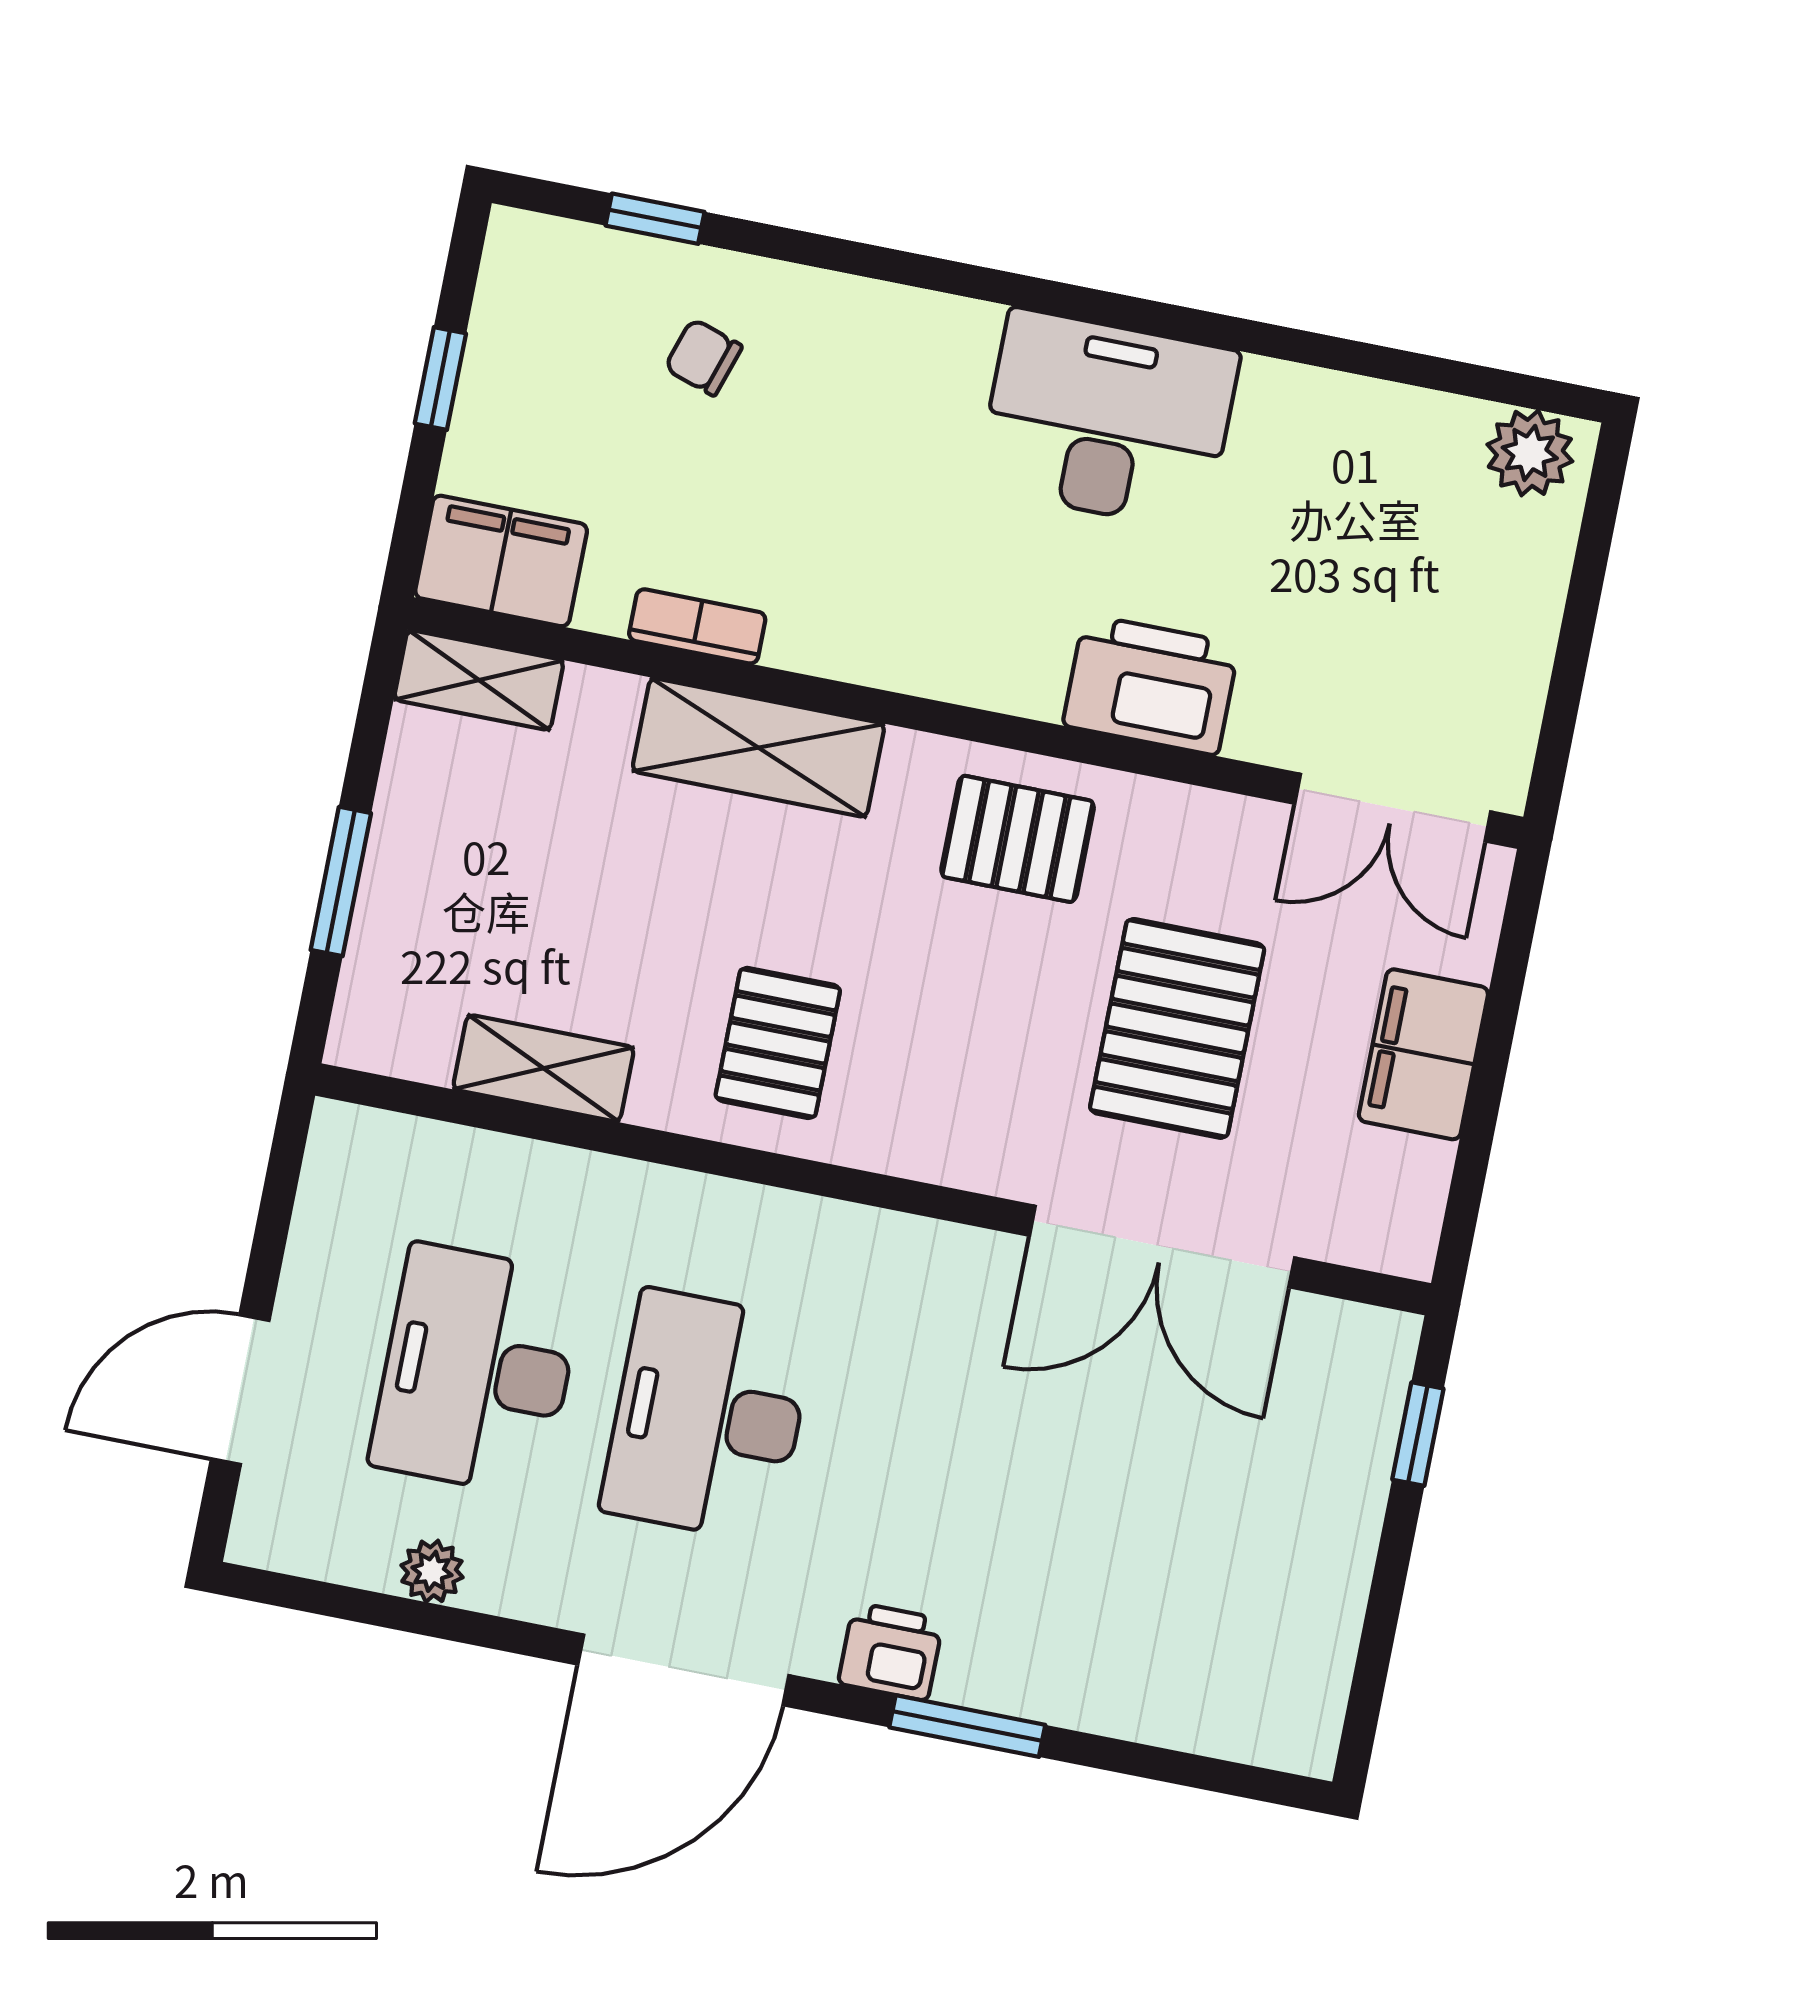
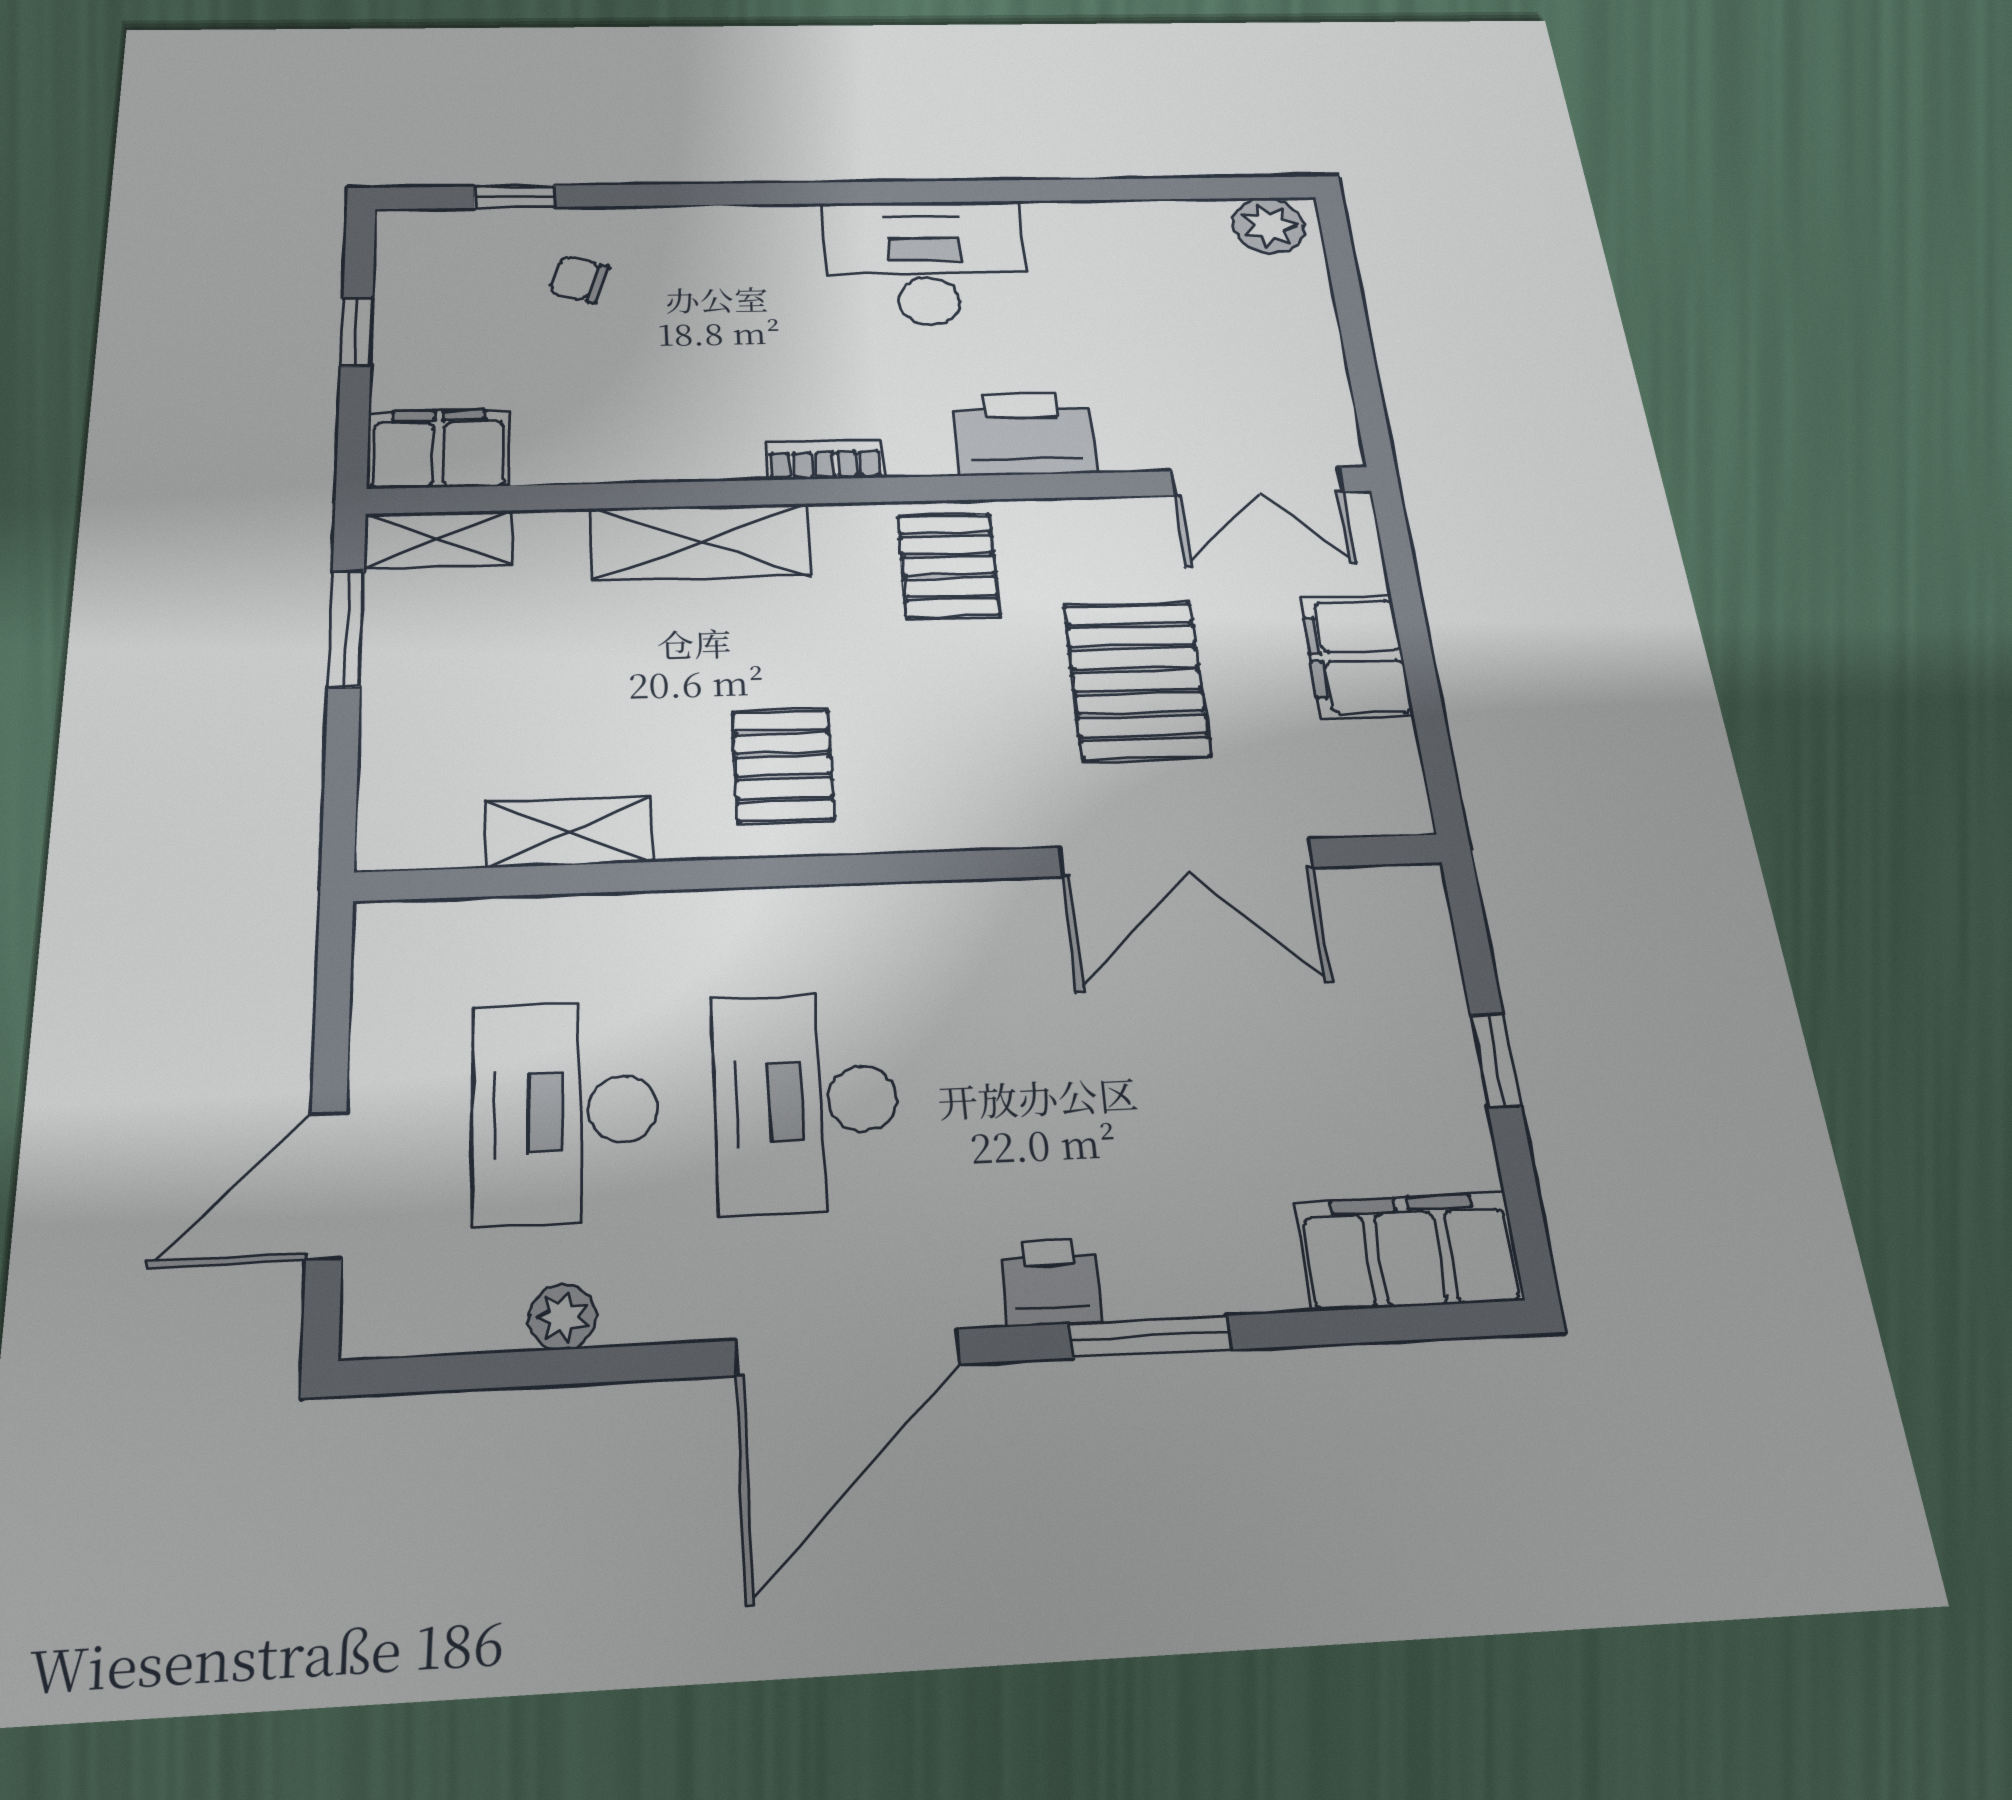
bookcase: (697, 626) -> (825, 460), moved
pallet: (1018, 839) -> (948, 565), turned 90
window: (341, 881) -> (346, 629), moved
window: (1418, 1434) -> (1496, 1060), moved
filing cabinet: (1239, 1707) -> (1409, 1251), added

